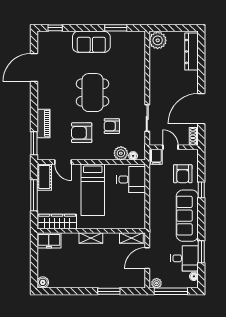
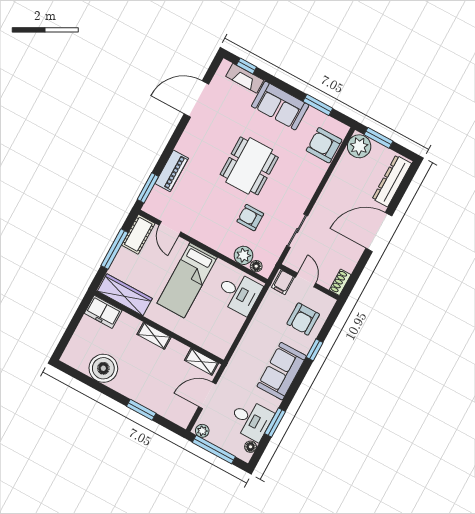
window: (167, 28) -> (378, 138), added
fireplace: (58, 37) -> (245, 78), added
door: (201, 109) -> (379, 232), moved
armchair: (82, 133) -> (324, 145), moved
sofa: (187, 216) -> (282, 371), width x0.73
boiler: (43, 282) -> (103, 368), moved, width x1.86, depth x1.86

